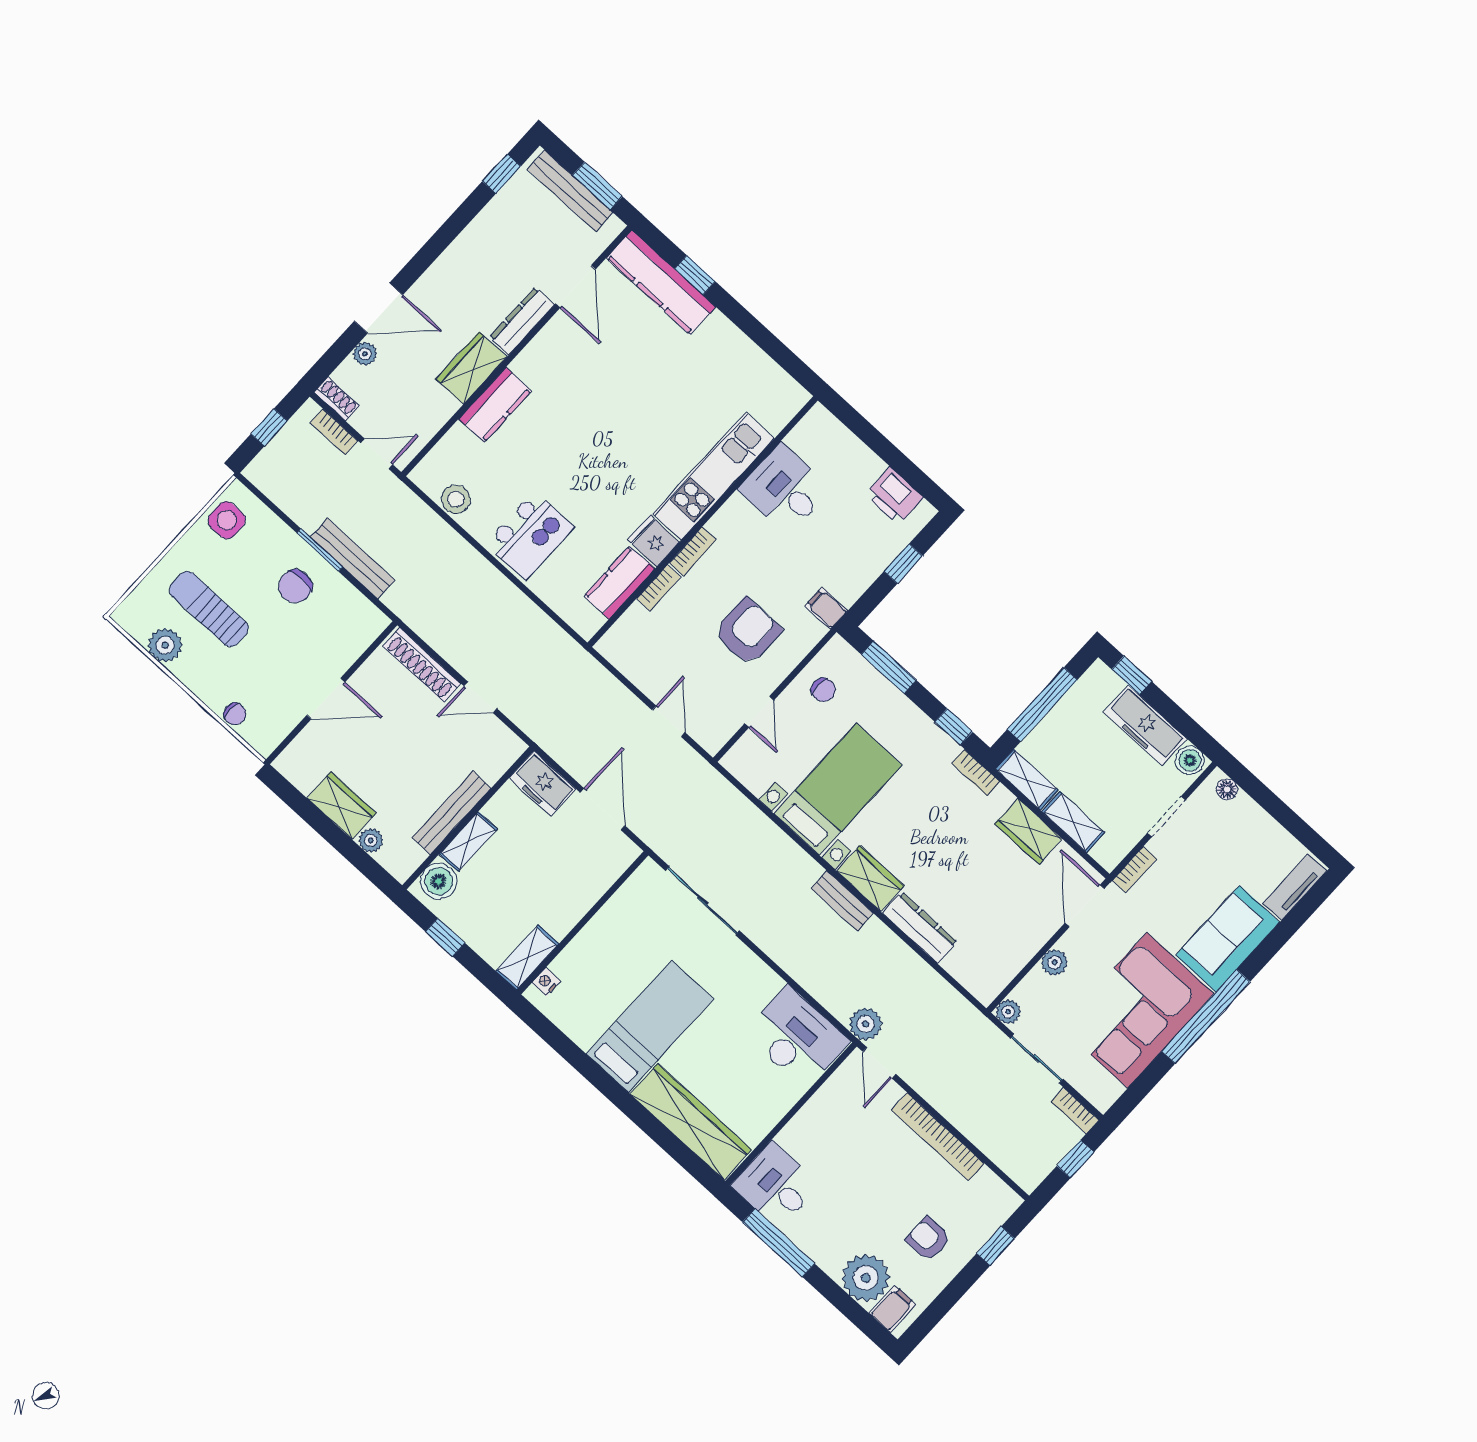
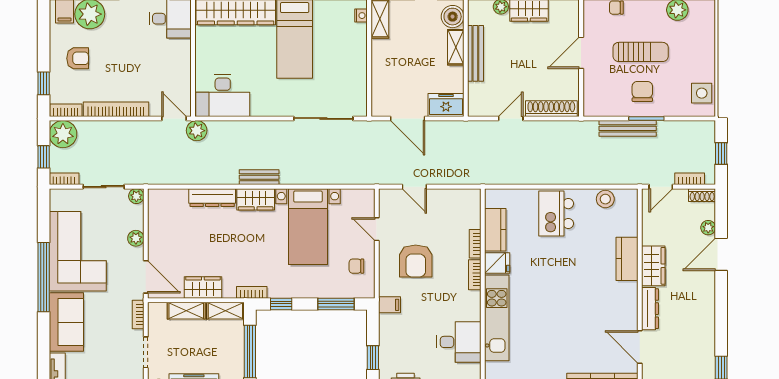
sun lounger: (209, 609) -> (641, 52), moved
plant: (1028, 1165) -> (63, 134), added
bookcase: (998, 1190) -> (66, 110), added

